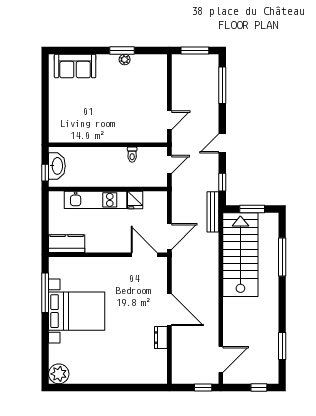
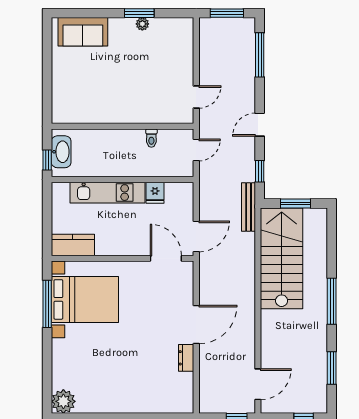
window: (282, 257) -> (332, 301), moved
door: (169, 310) -> (196, 324), hinge flipped
bed with nightstands: (77, 311) -> (85, 299), moved

